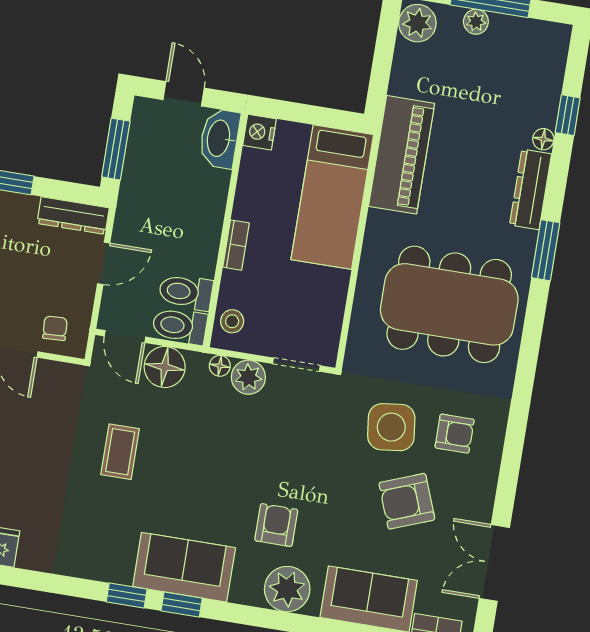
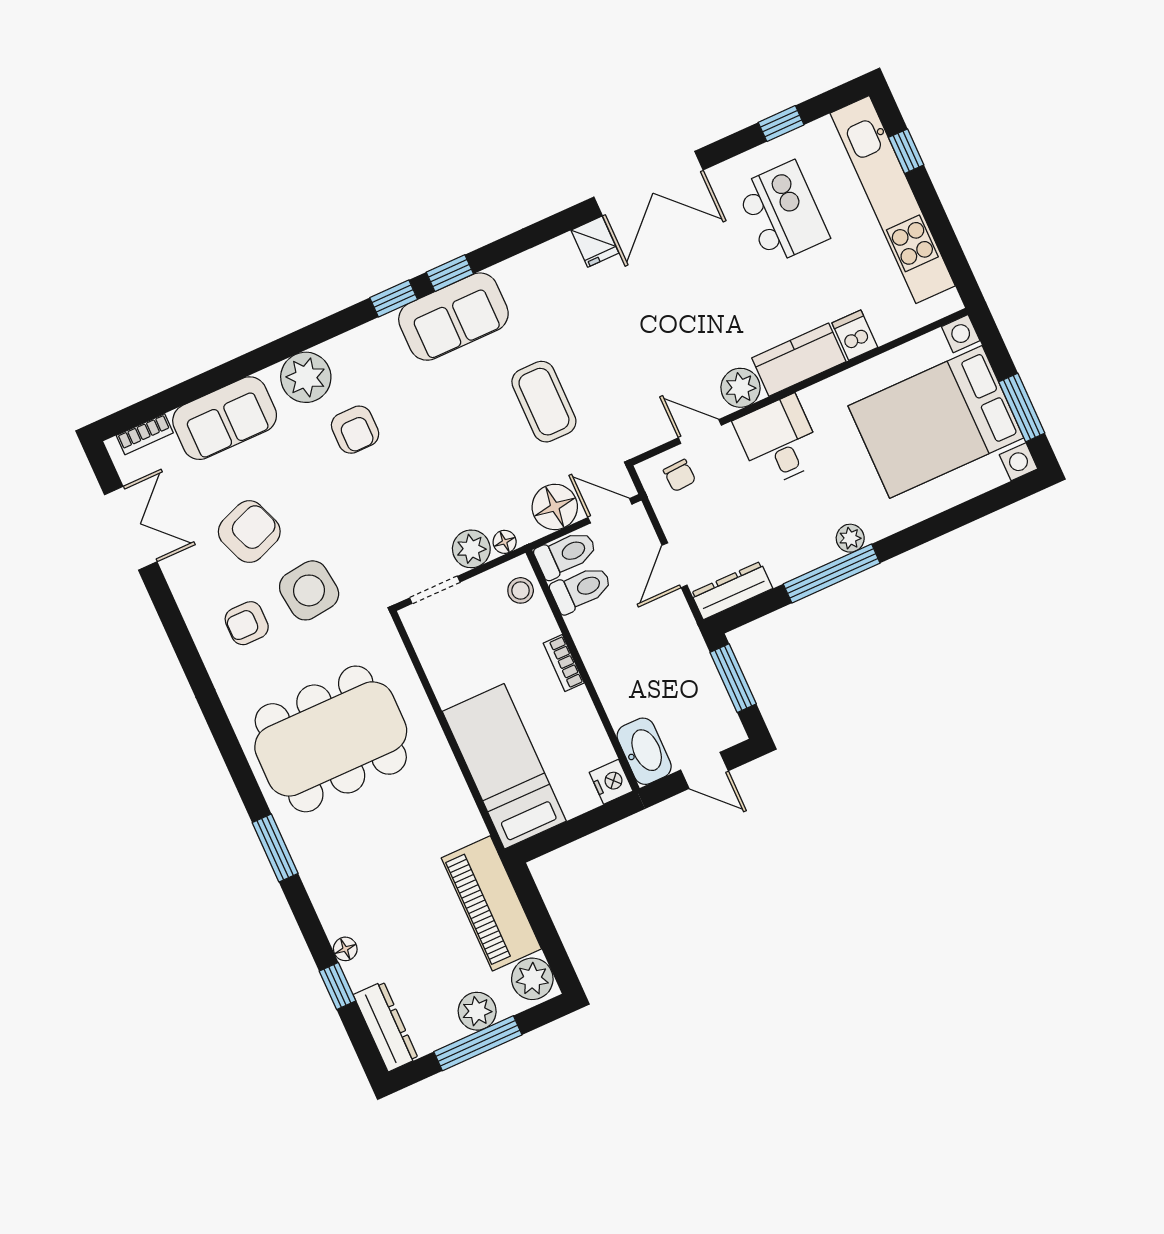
plant: (476, 22) -> (477, 1011), width x1.38, depth x1.38
piano: (402, 155) -> (491, 903), moved
dresser: (531, 189) -> (386, 1027), moved
coffee table: (120, 452) -> (544, 402), width x1.36, depth x1.30
sofa: (184, 567) -> (453, 317), moved

